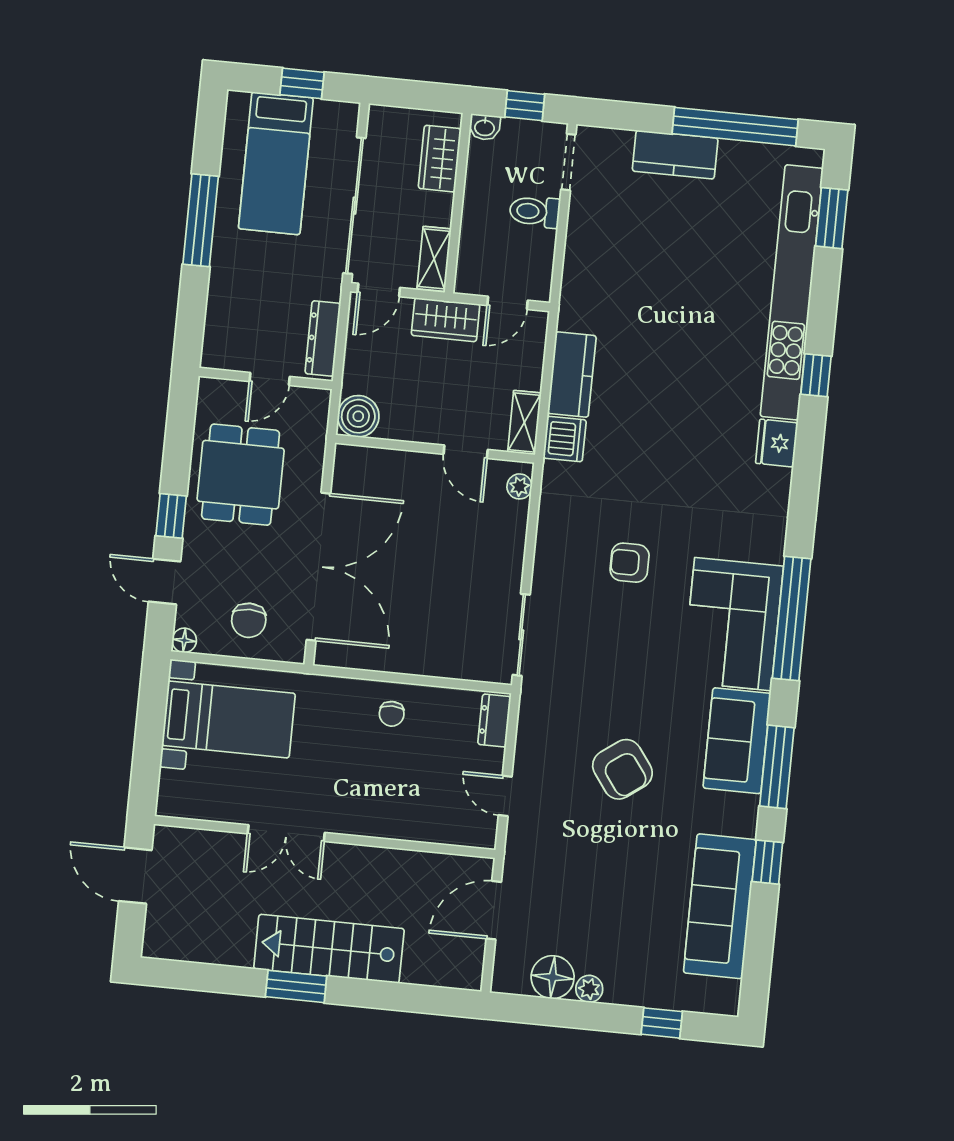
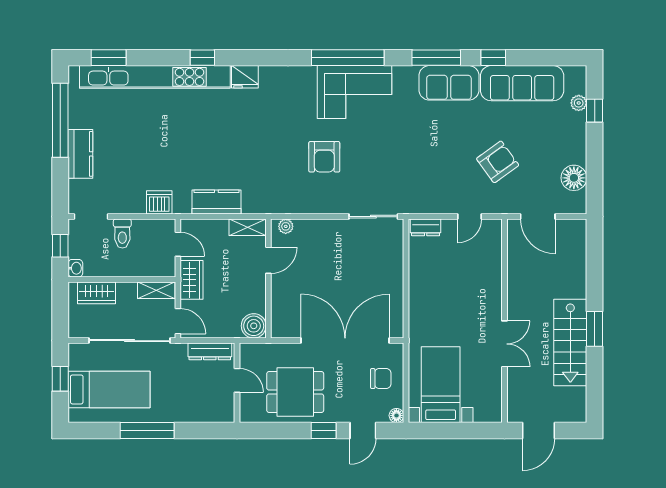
dishwasher: (565, 439) -> (159, 202), moved
armchair: (630, 563) -> (324, 157), width x1.38, depth x1.38
chair: (392, 714) -> (428, 289), removed
sofa: (737, 741) -> (449, 83), moved
armchair: (622, 769) -> (498, 162), moved
stairs: (329, 949) -> (570, 343), moved
plant: (589, 989) -> (579, 103), moved

